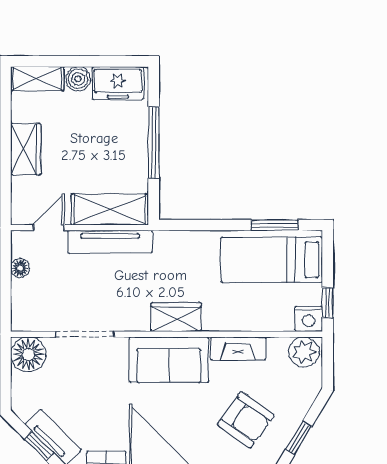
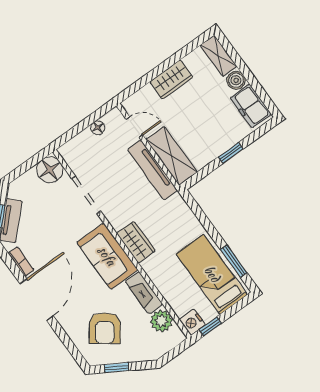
window: (154, 142) -> (231, 153), width x0.46
plant: (304, 352) -> (161, 321), moved

